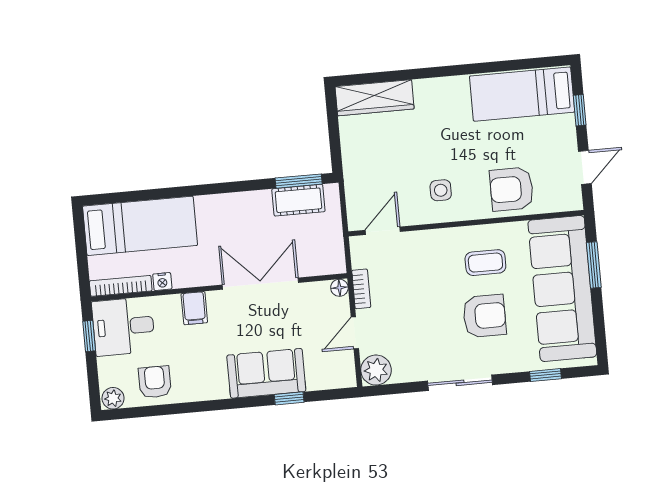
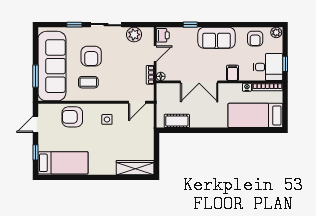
window: (299, 181) -> (176, 130), removed
armchair: (512, 189) -> (72, 117), turned 180
armchair: (484, 316) -> (91, 56), turned -90
plant: (376, 370) -> (134, 35), moved
printer: (343, 371) -> (163, 35), added
sofa: (266, 373) -> (216, 38), moved
window: (546, 375) -> (74, 25), moved

